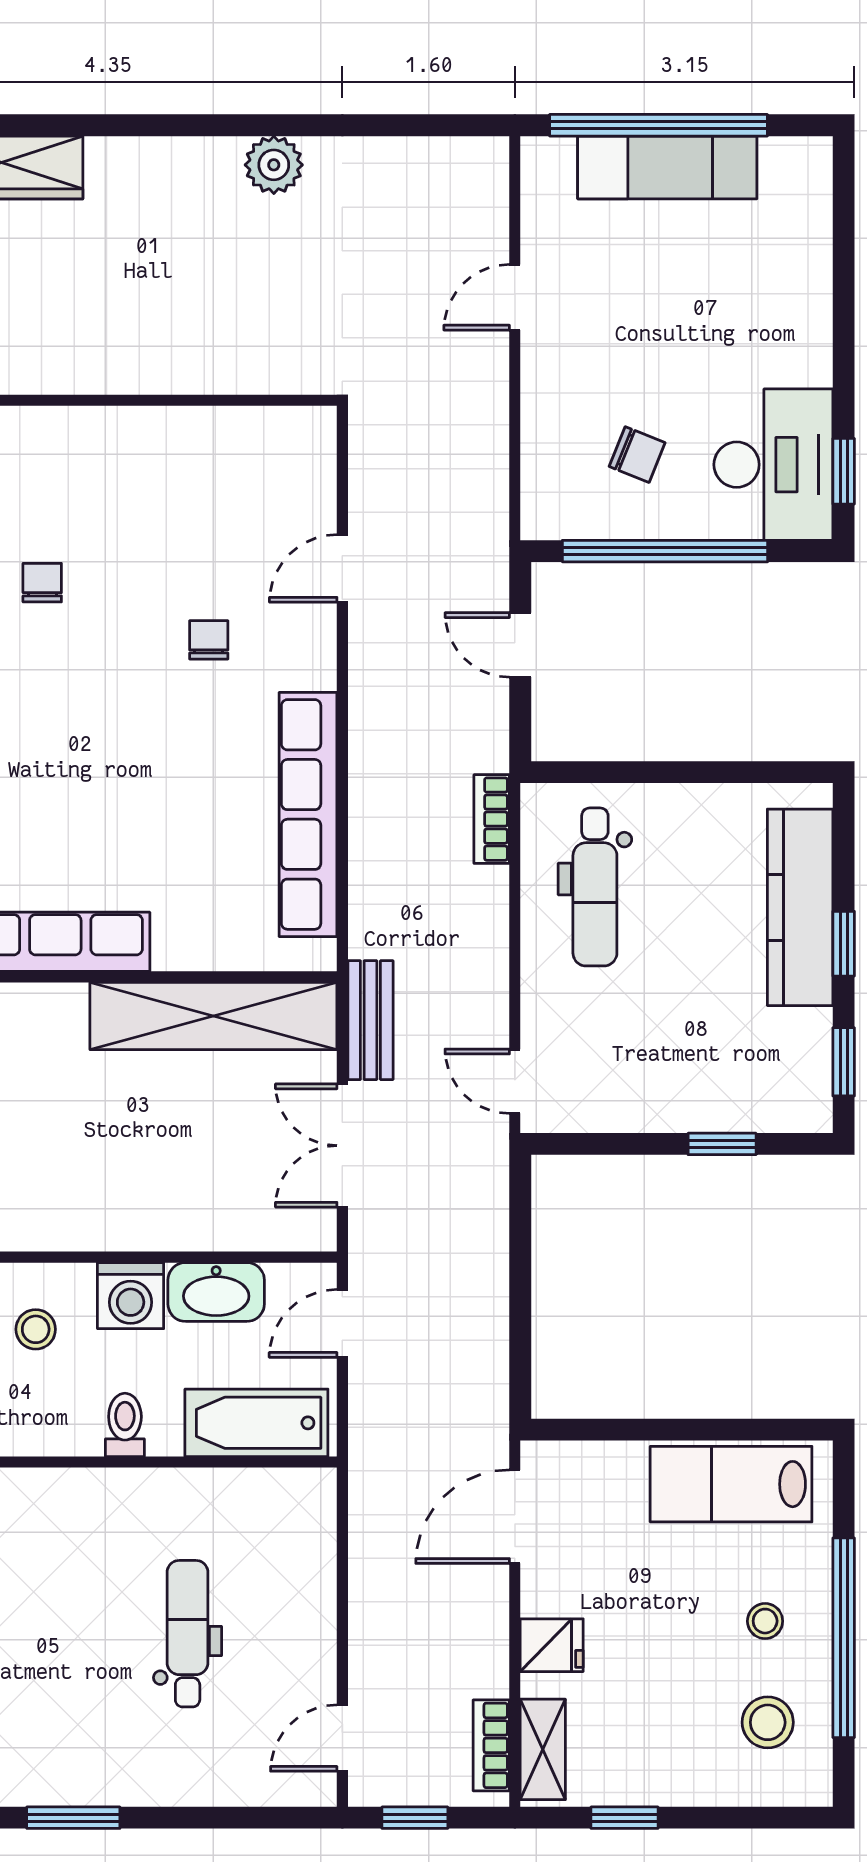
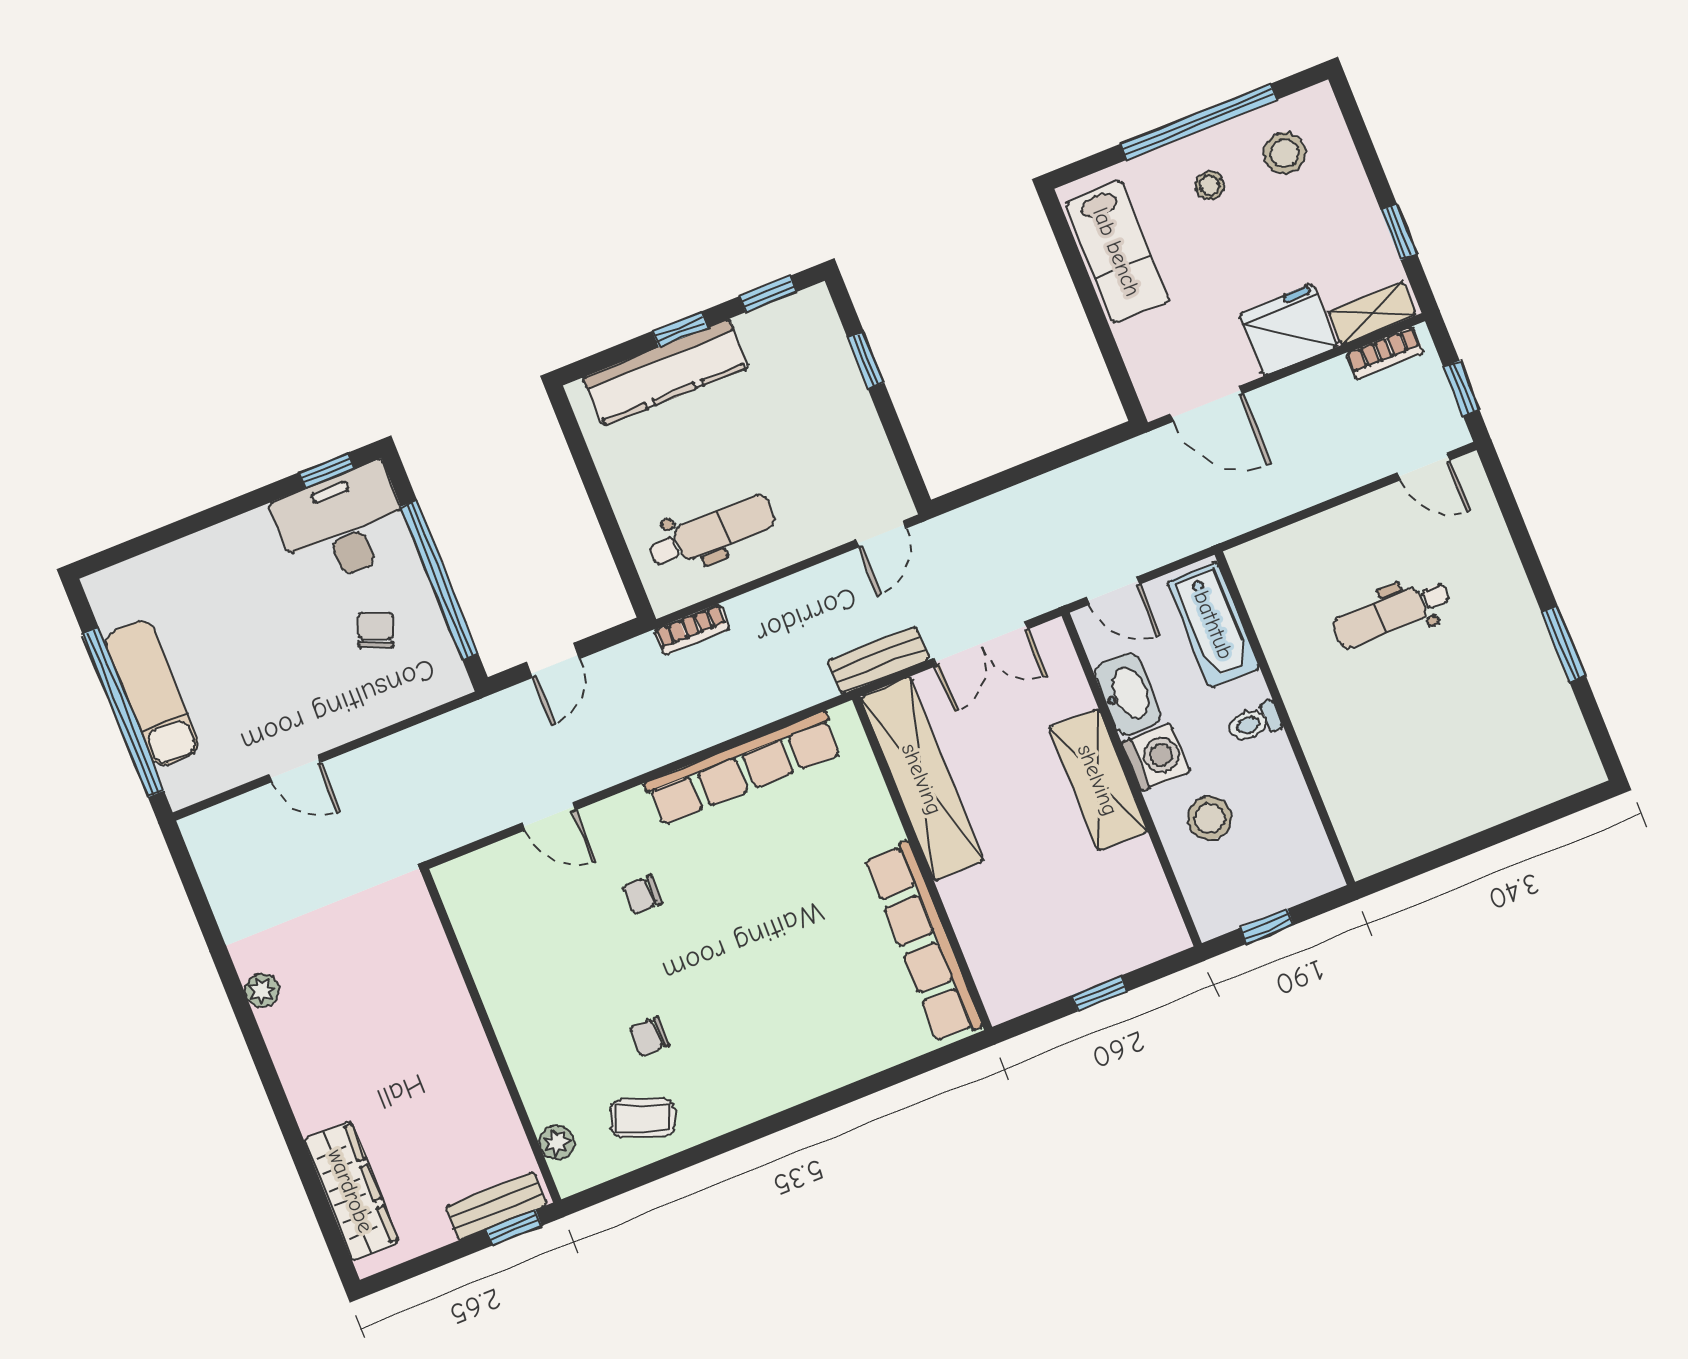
plant: (274, 165) -> (262, 991), width x0.73, depth x0.73
shelving: (131, 1219) -> (1098, 780), added
stool: (36, 1329) -> (1210, 818), width x1.37, depth x1.37
fridge: (552, 1645) -> (1288, 330), width x1.88, depth x1.34

